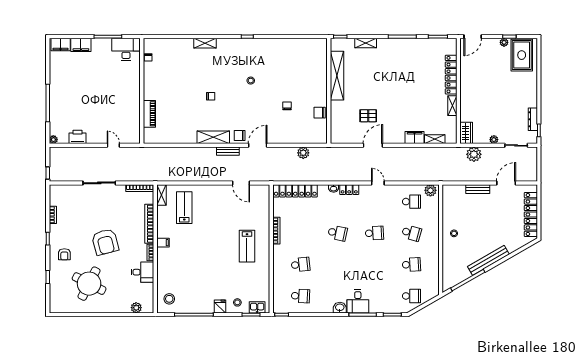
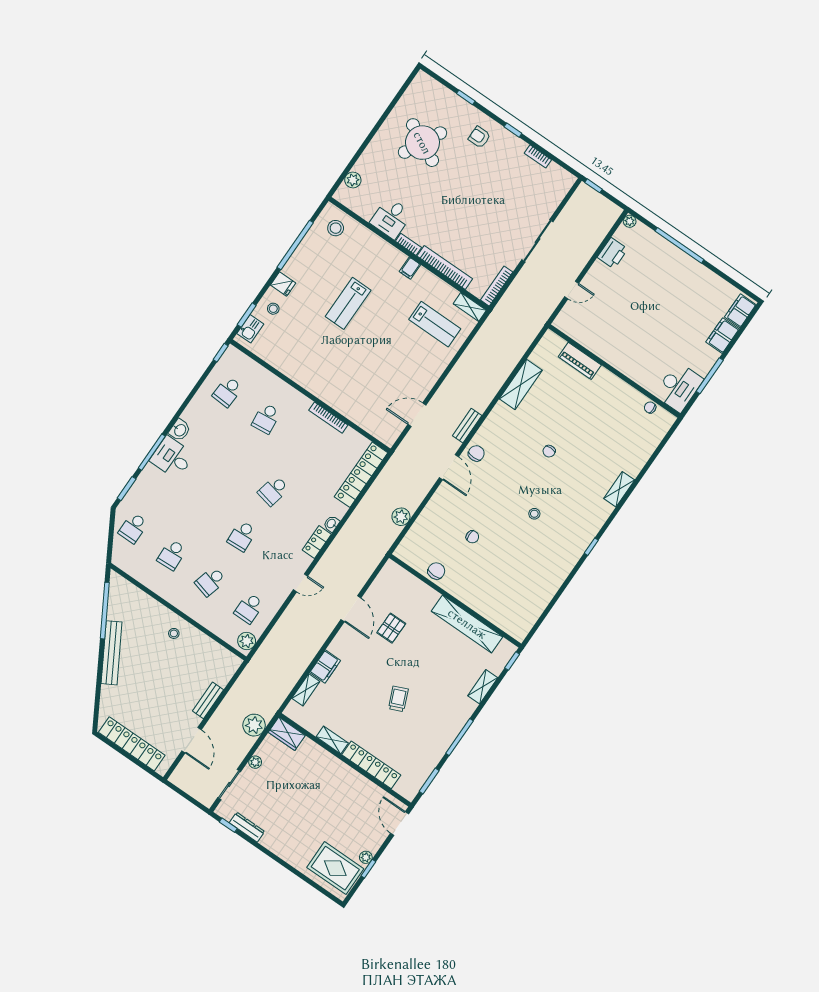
trolley: (404, 85) -> (398, 699), added
shelving: (213, 137) -> (521, 384), moved
armchair: (105, 242) -> (460, 198), removed
lab bench: (247, 246) -> (348, 303), moved, turned -90

